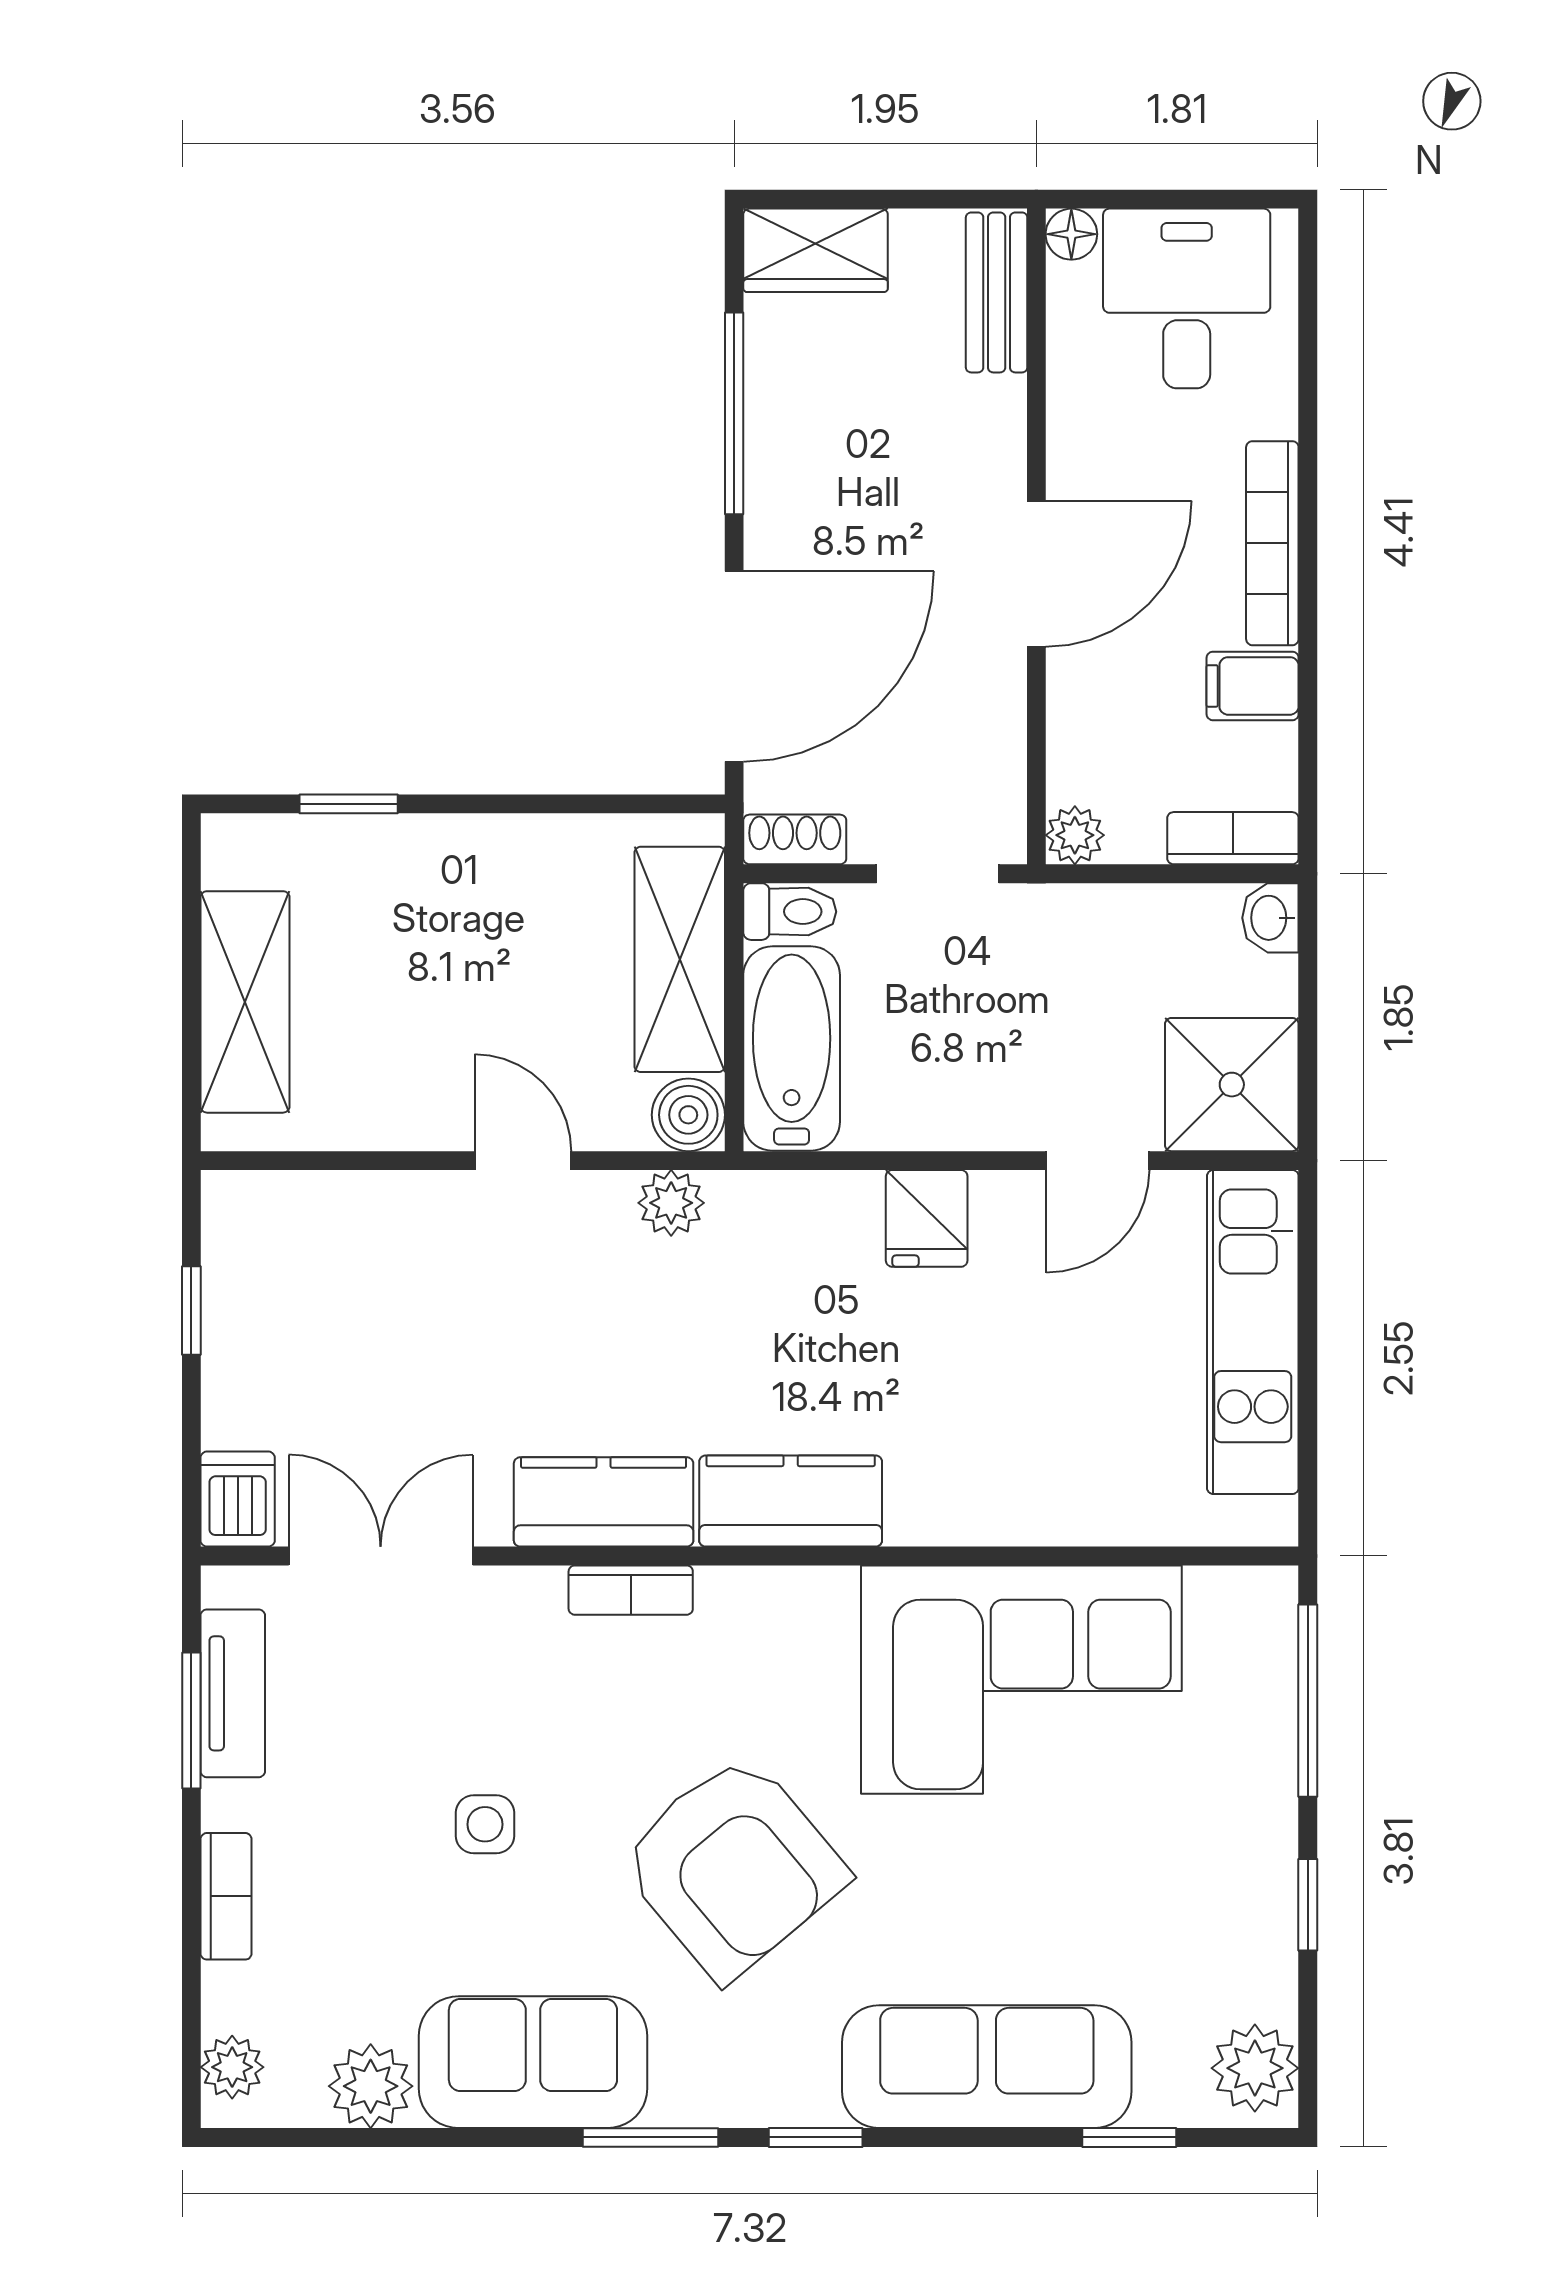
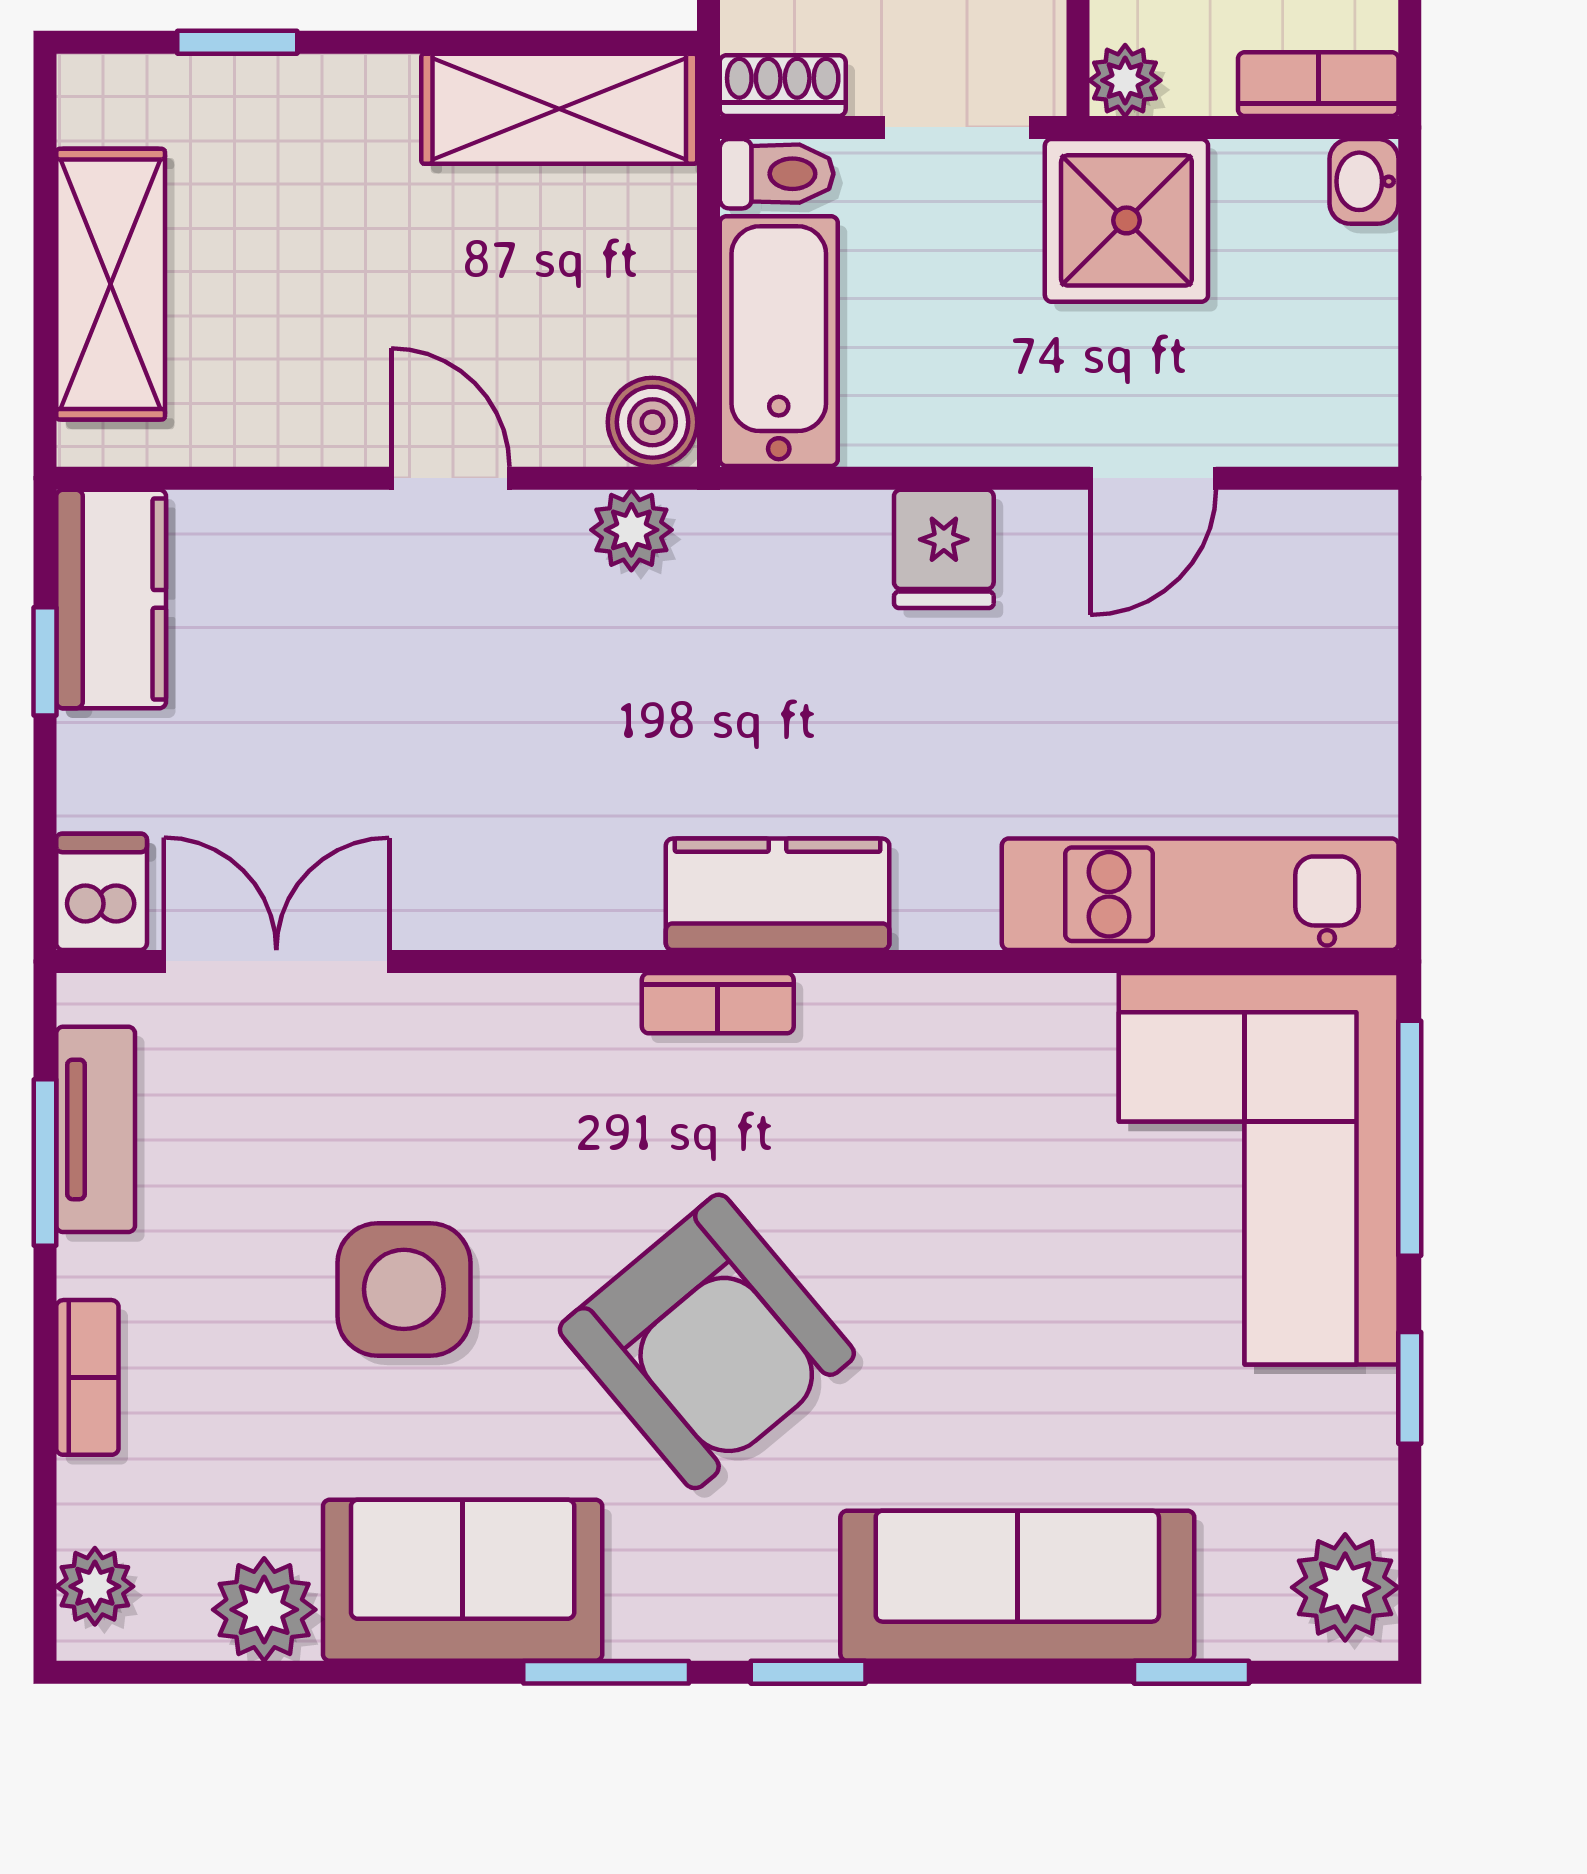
shelving: (680, 959) -> (559, 109), moved, turned 90
shower: (1232, 1085) -> (1126, 220), moved
kitchen unit: (1253, 1332) -> (1200, 894), moved, turned 90
kitchen counter: (604, 1502) -> (111, 599), moved, turned 90
bookcase: (631, 1590) -> (718, 1003), moved
corner sofa: (1021, 1680) -> (1259, 1169), moved, turned 90
side table: (485, 1824) -> (404, 1289), width x1.87, depth x1.87

